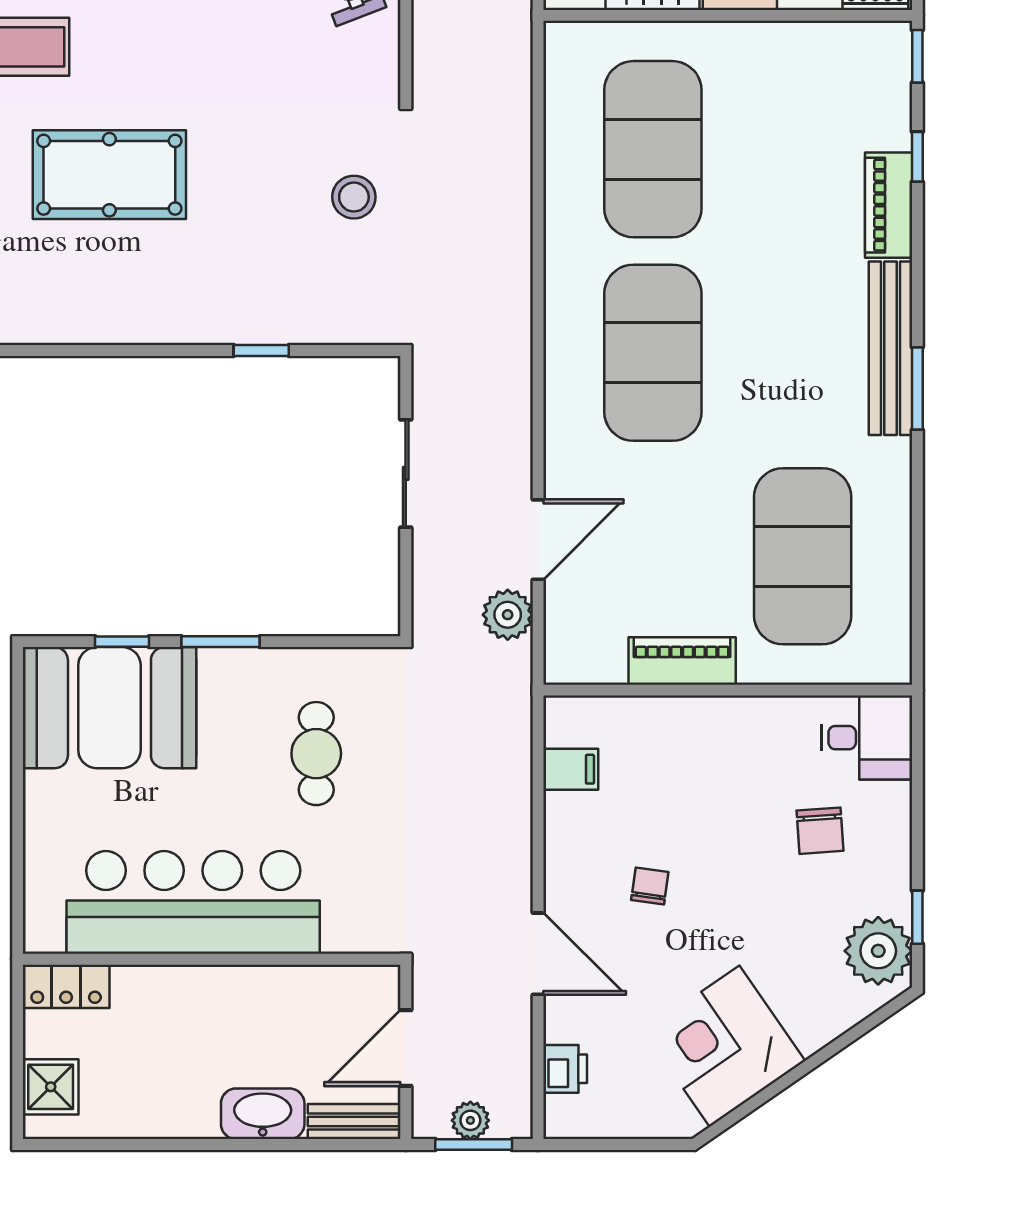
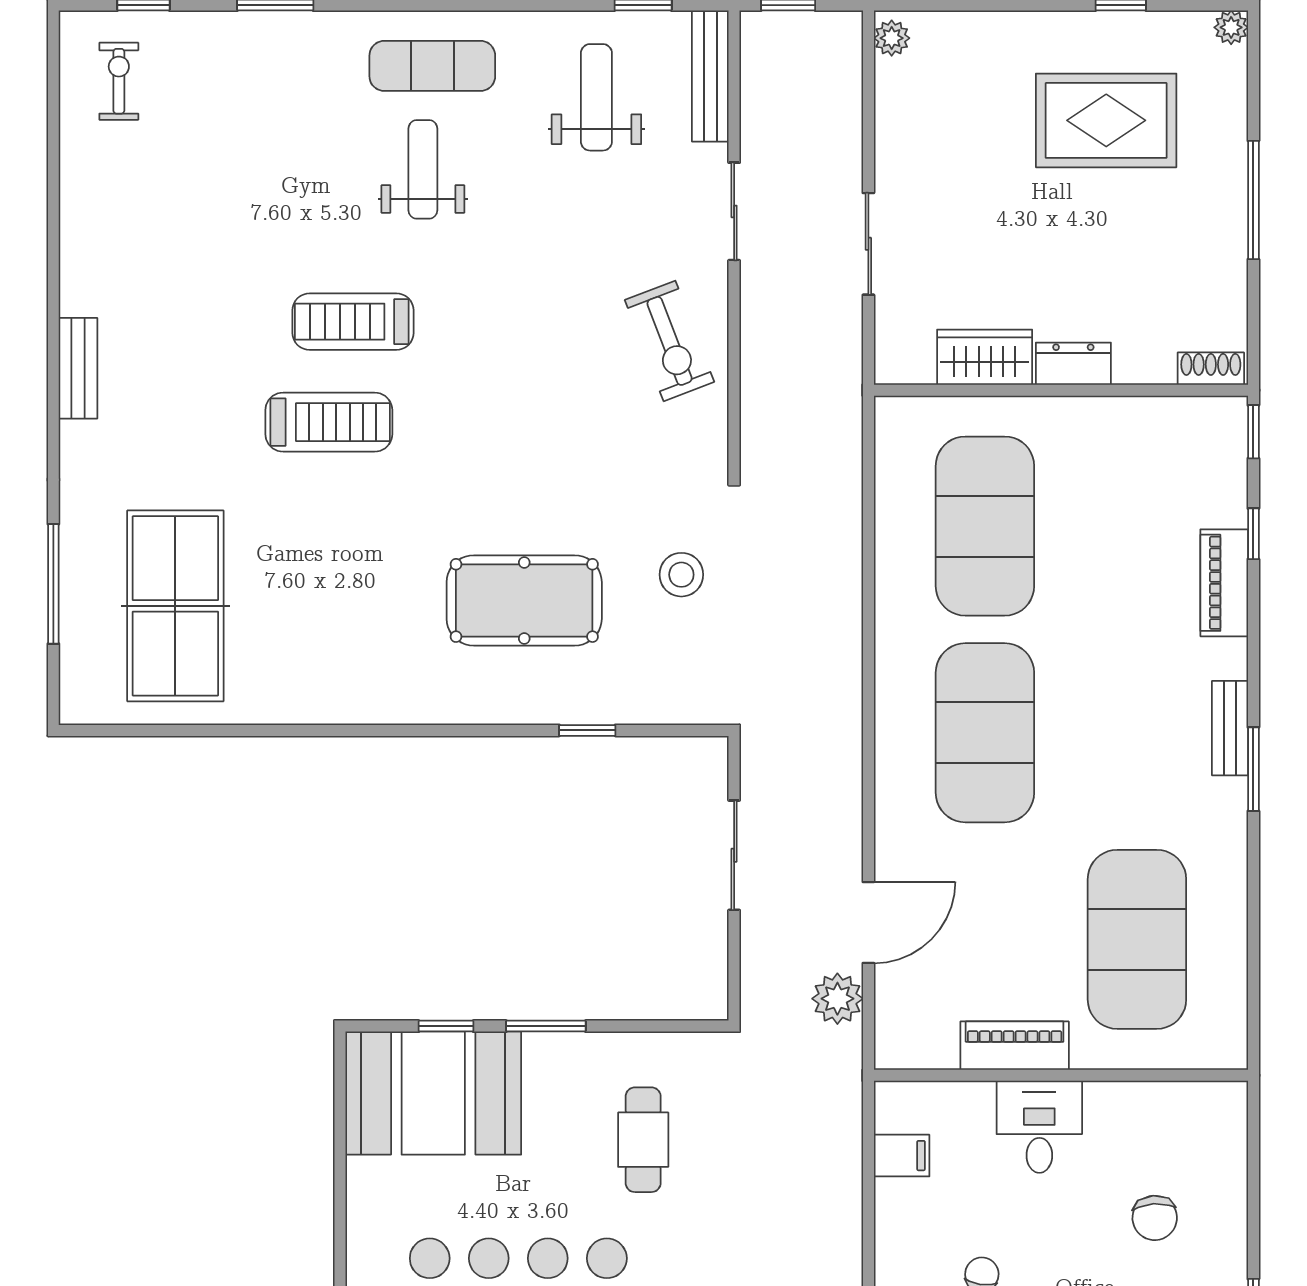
pool table: (109, 175) -> (524, 600), moved
bench: (890, 348) -> (1230, 728), width x0.54, depth x0.82
desk: (867, 738) -> (1039, 1127), moved, turned -90

